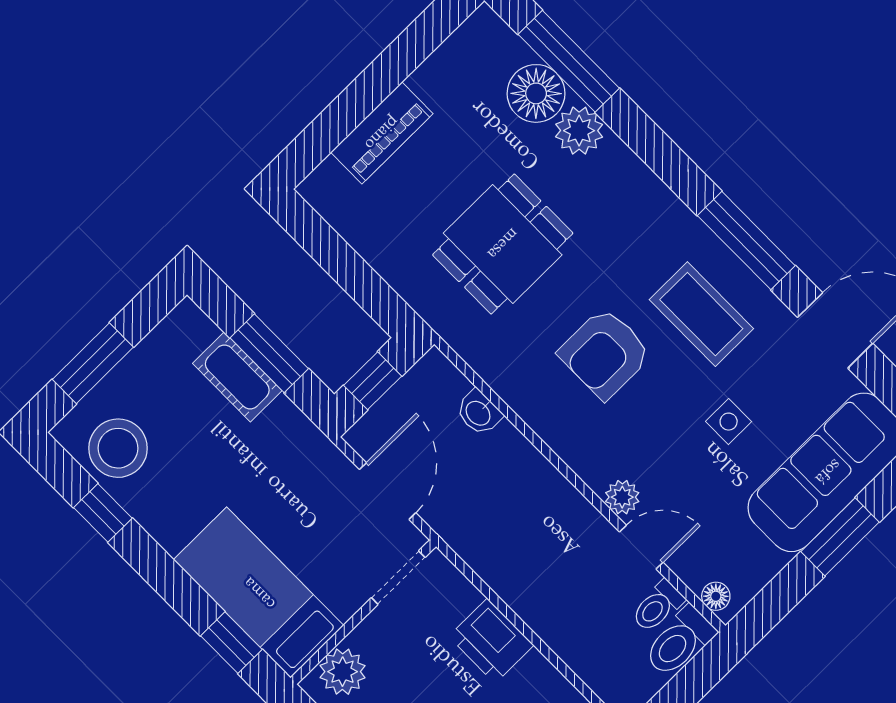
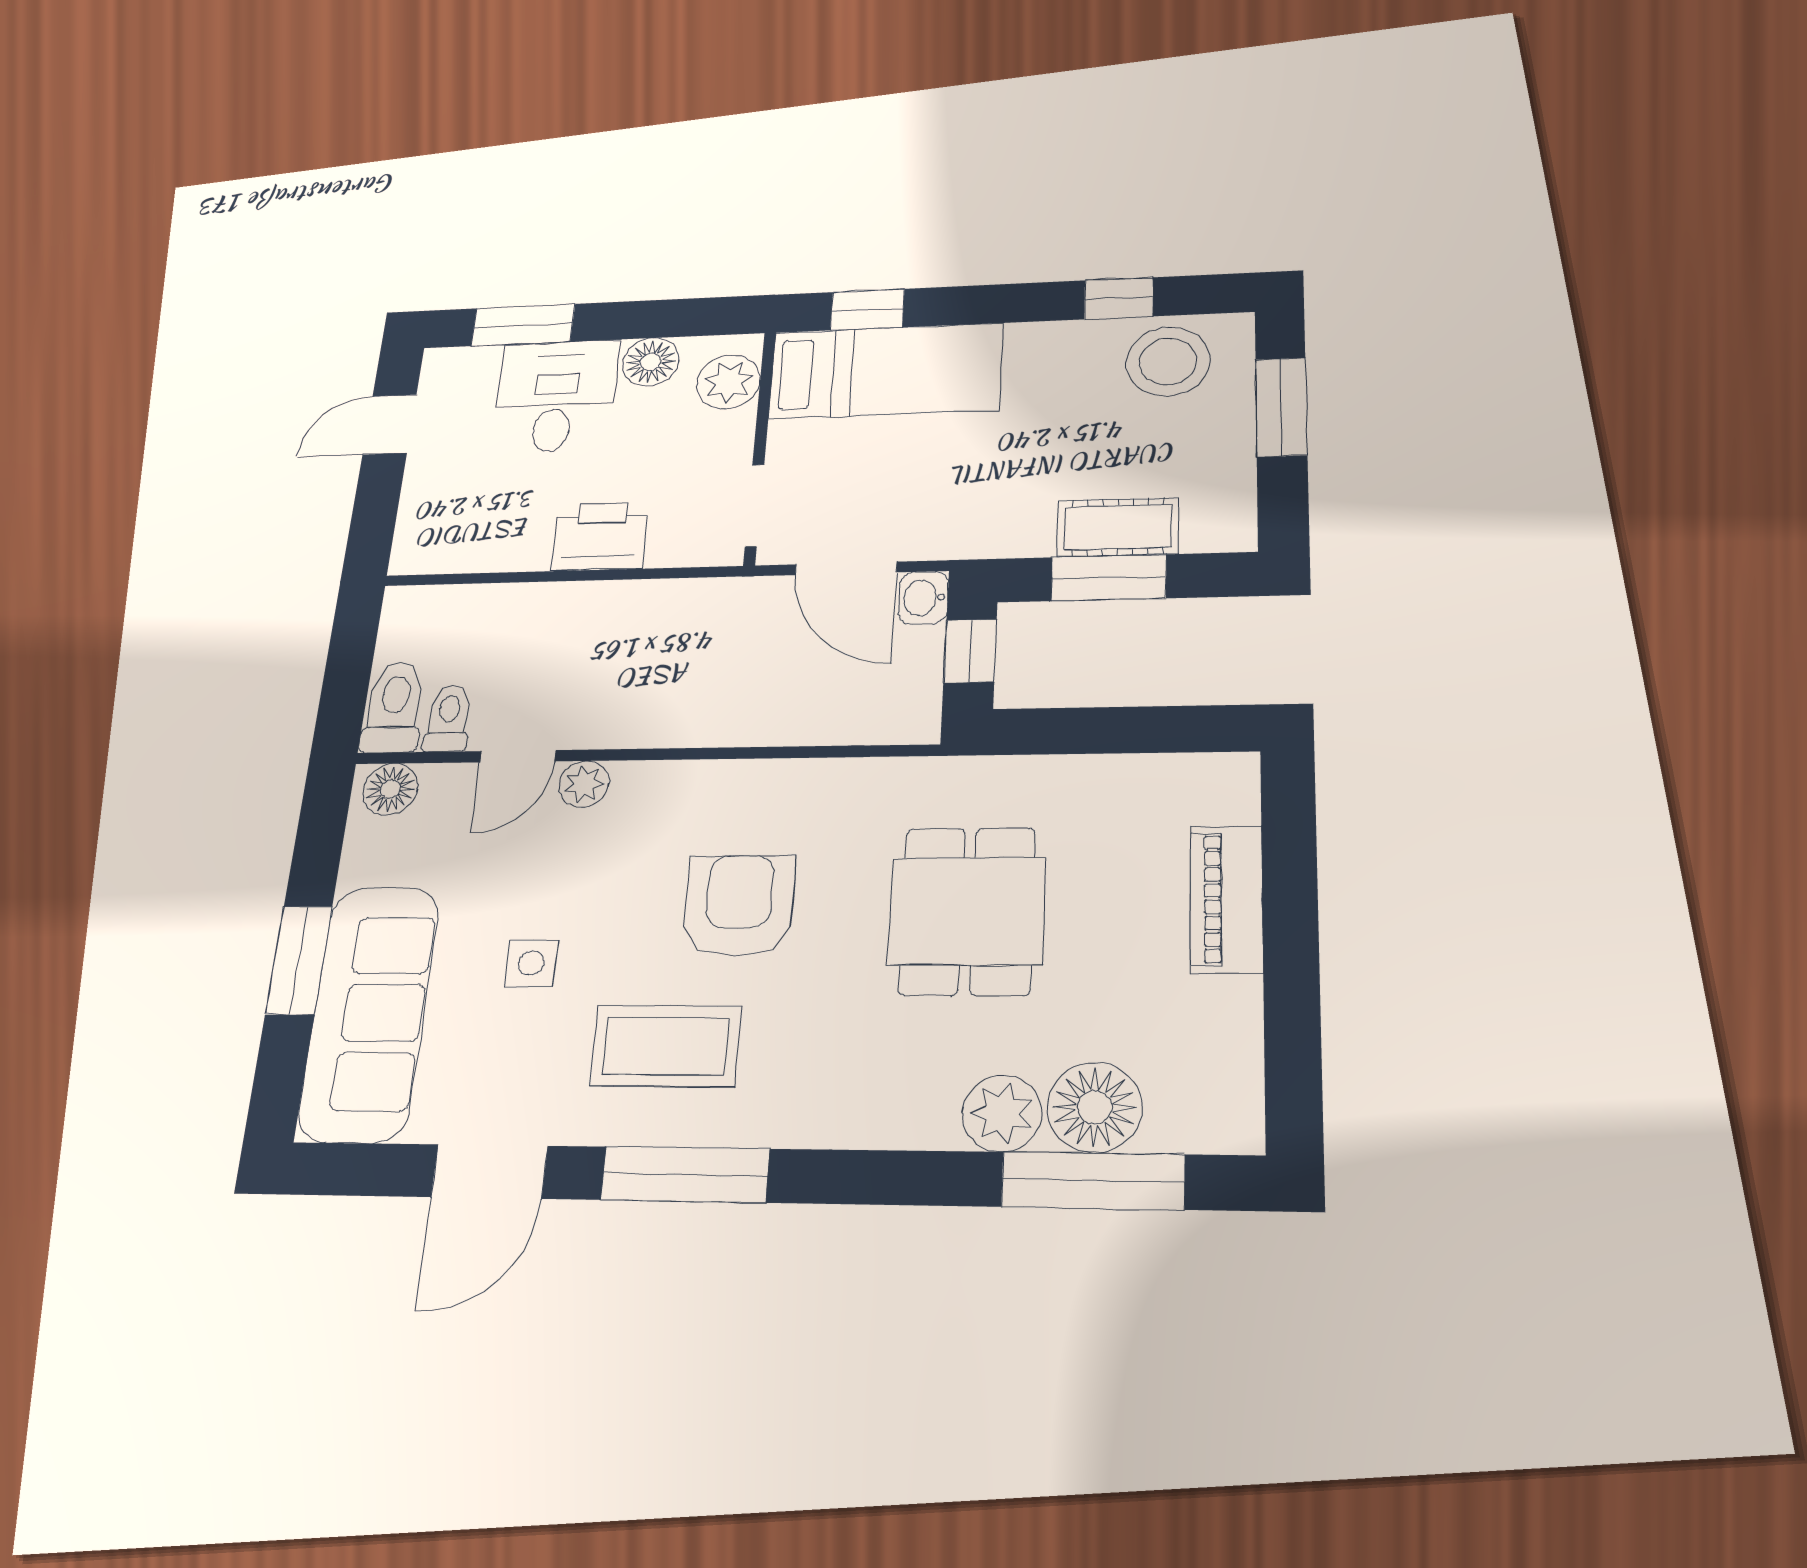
washbasin: (479, 413) -> (924, 598), moved, turned -90
floor lamp: (716, 596) -> (390, 789), width x1.37, depth x1.37

